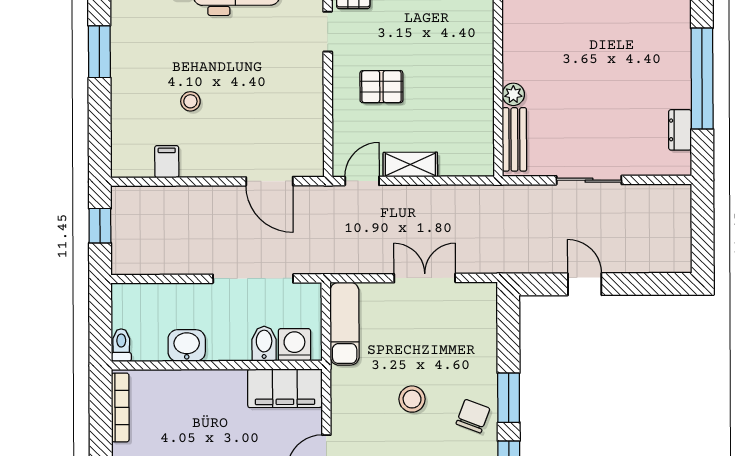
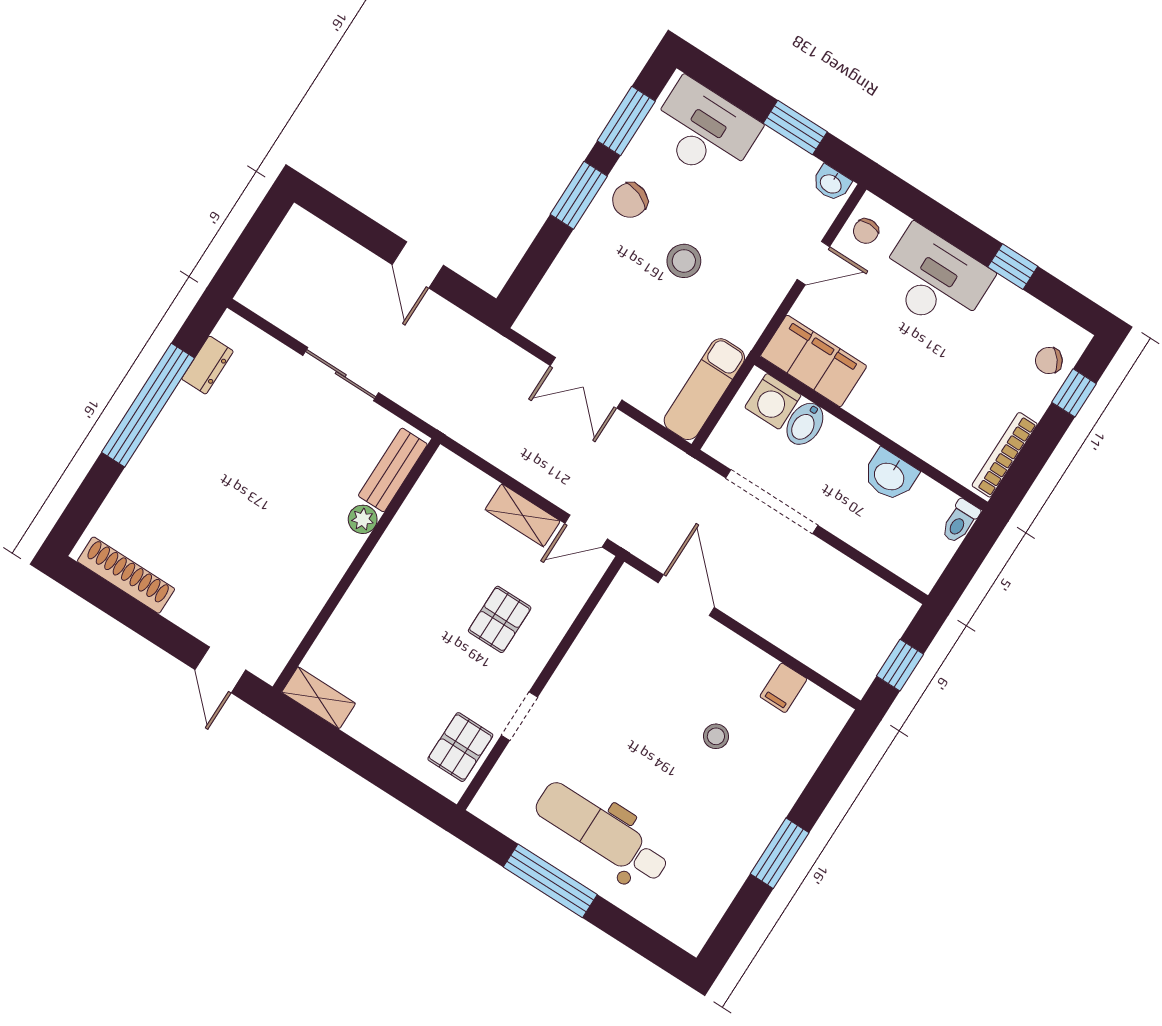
pallet: (381, 87) -> (500, 619), turned 90

